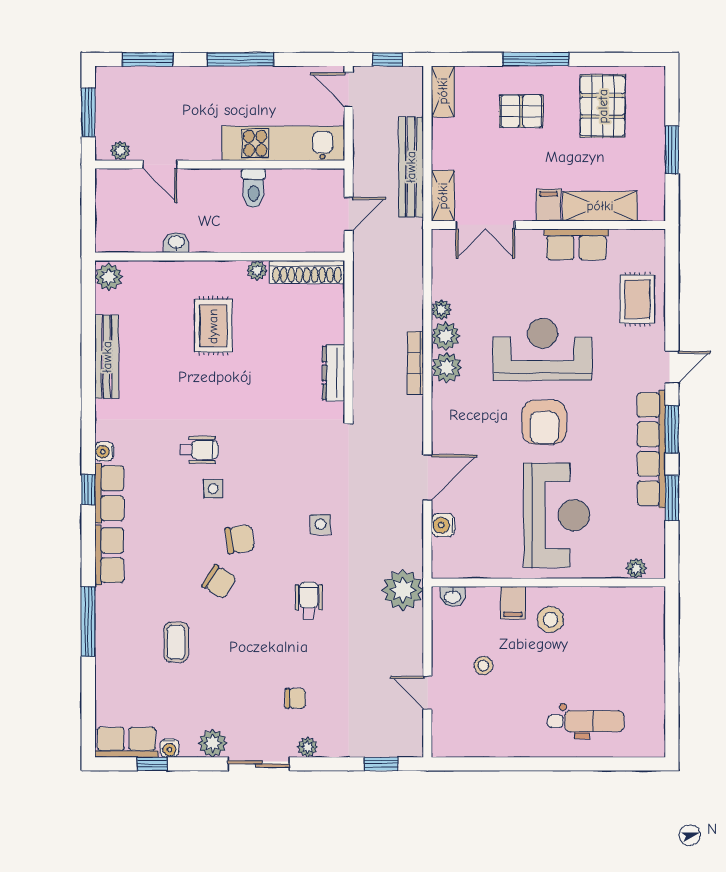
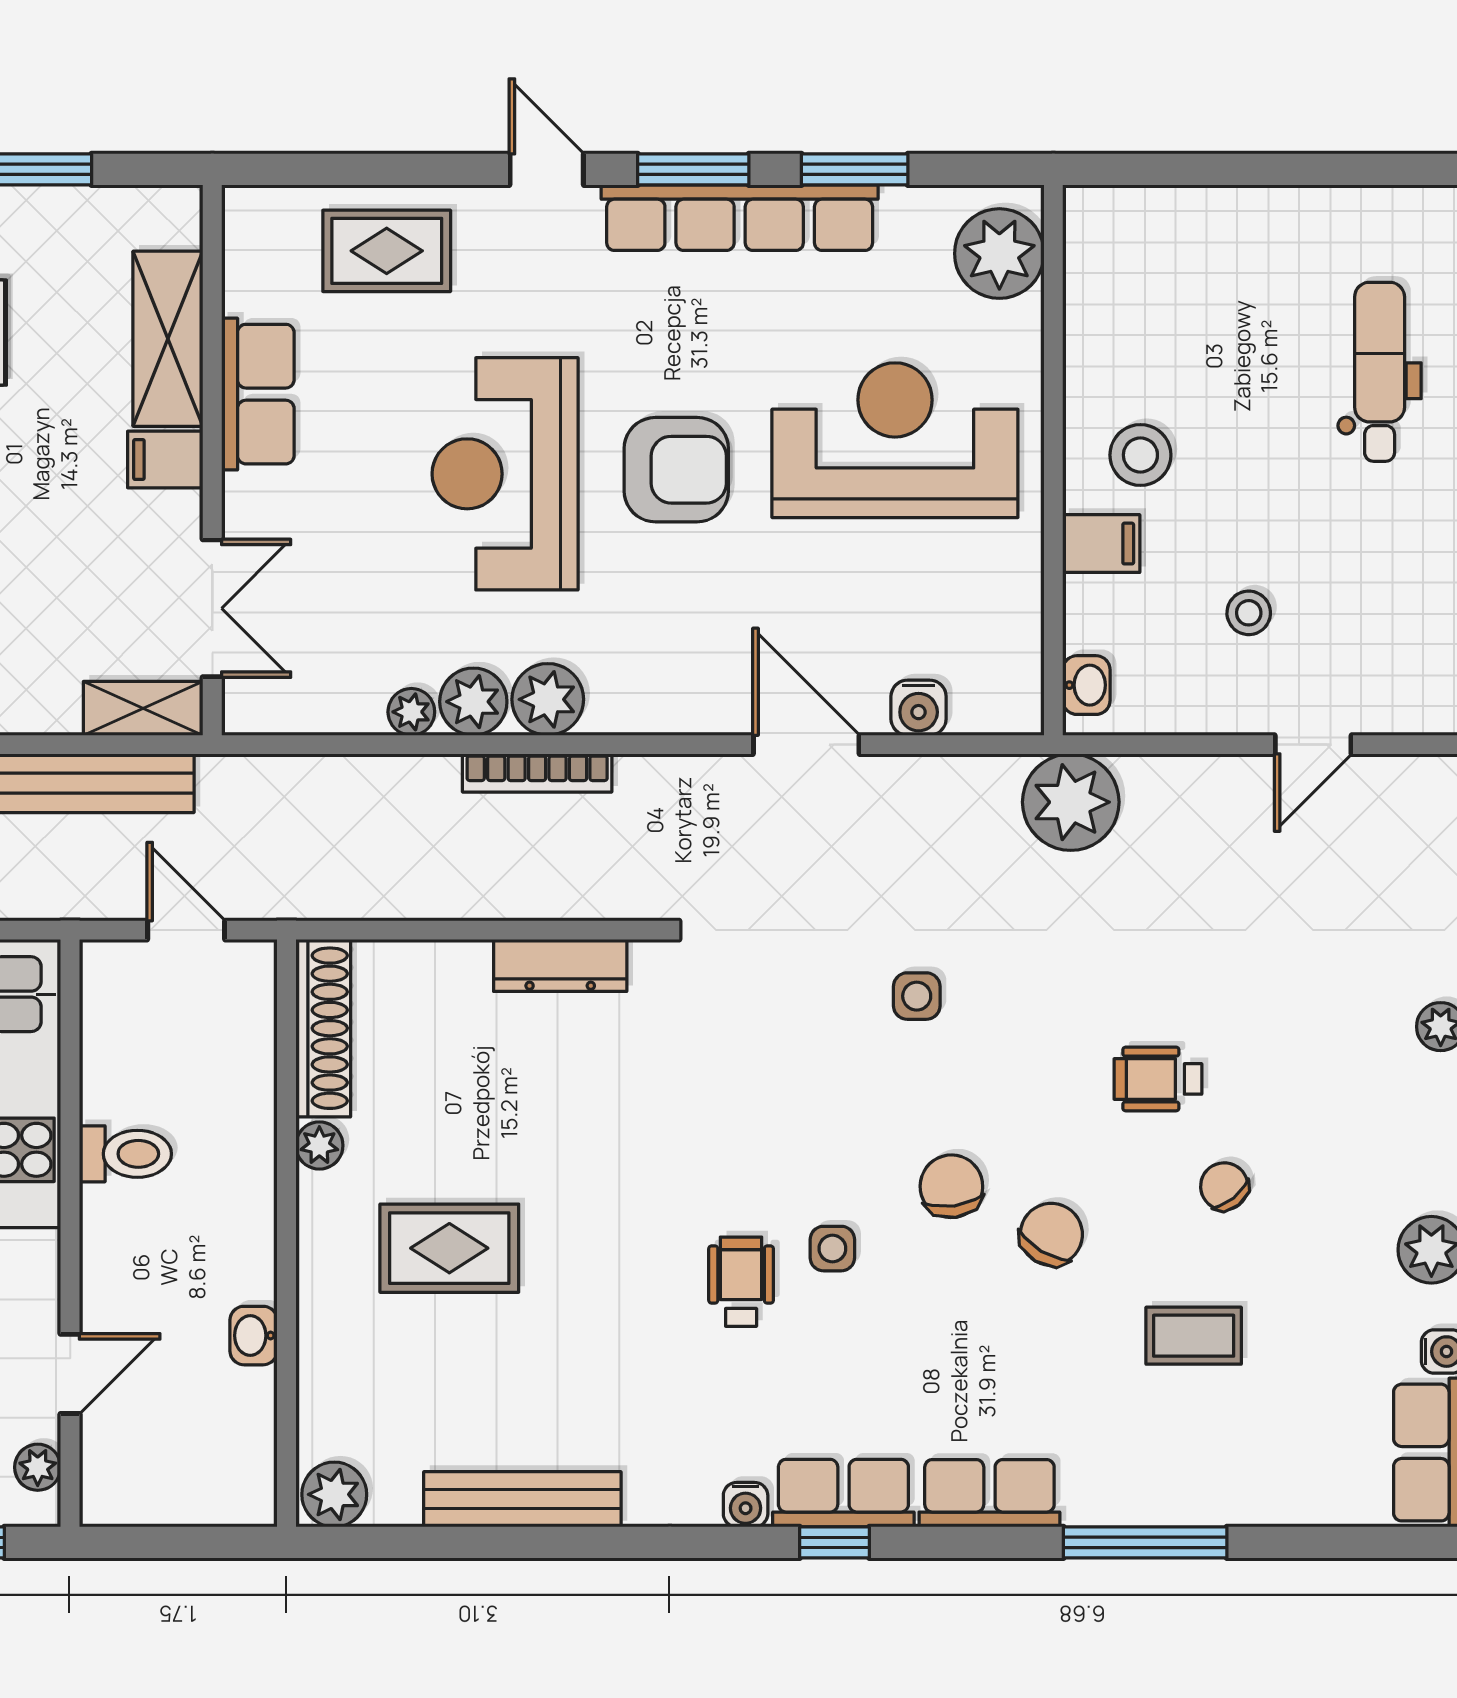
plant: (636, 568) -> (999, 254), width x1.88, depth x1.88
wheelchair: (309, 600) -> (1158, 1079), moved
chair: (295, 698) -> (1224, 1186), moved, turned -39

